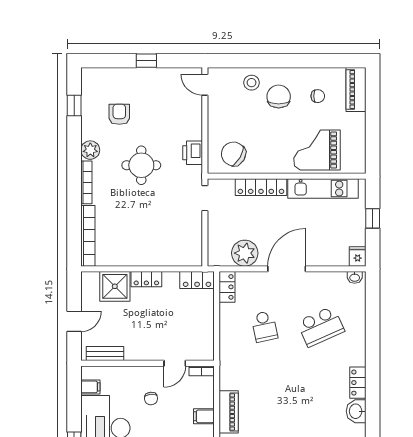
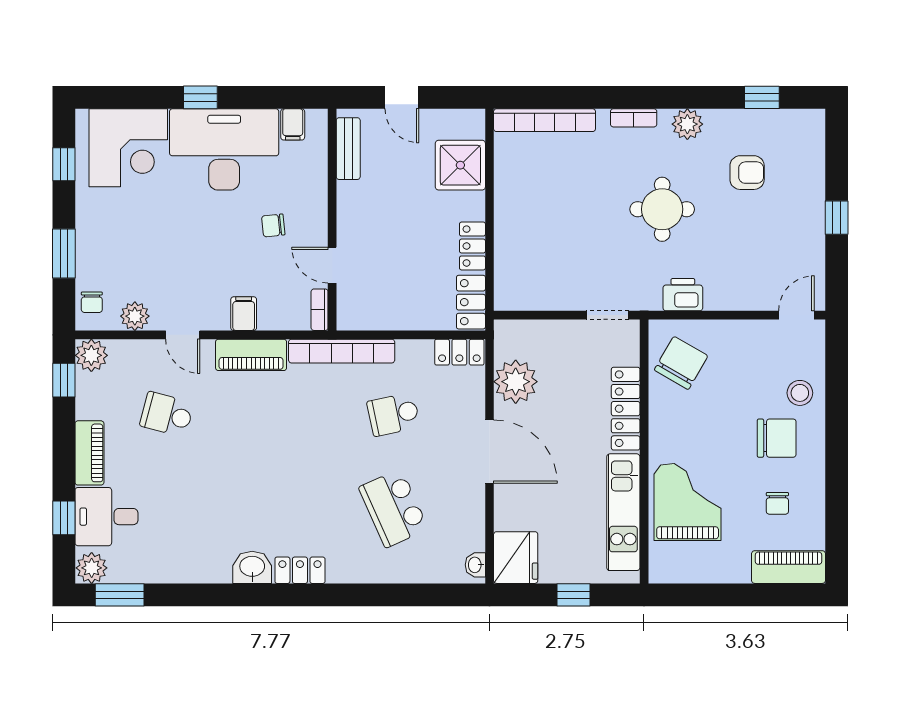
bookcase: (86, 182) -> (634, 118), width x0.64
fridge: (358, 256) -> (516, 558), width x1.88, depth x1.34
locker: (146, 279) -> (472, 246), moved
bookcase: (226, 358) -> (342, 351), added

